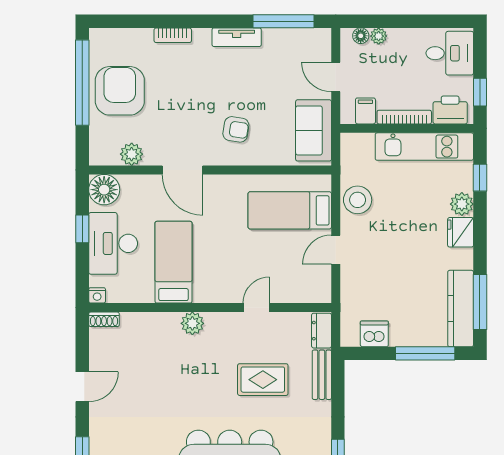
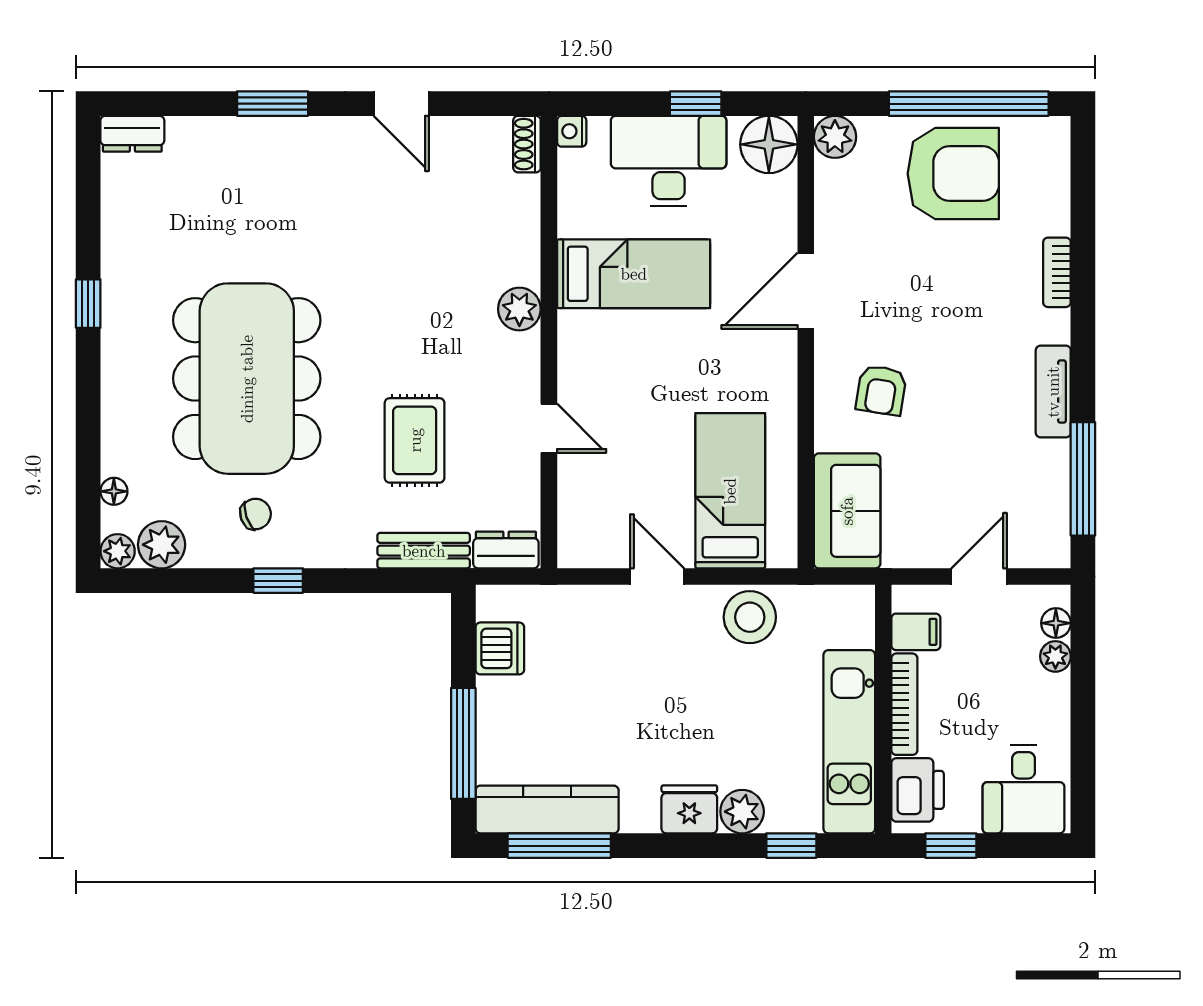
sofa: (314, 130) -> (847, 511), moved, turned 90
plant: (132, 154) -> (835, 137), moved

